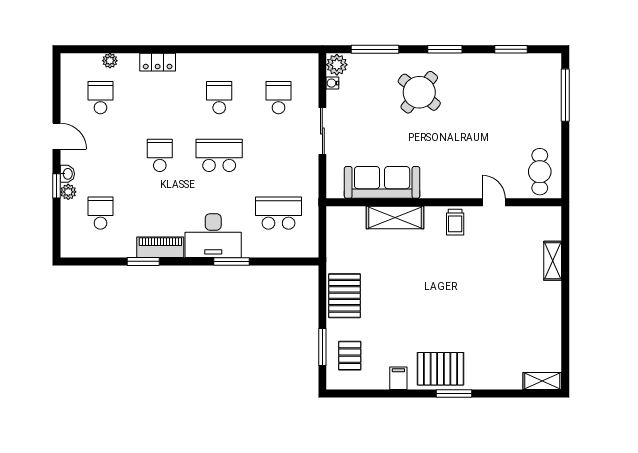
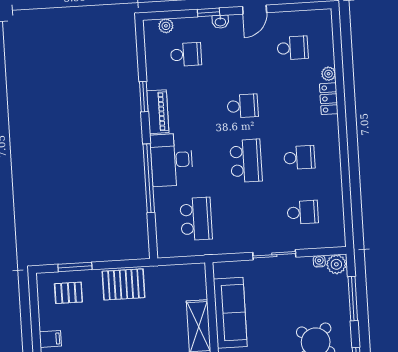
plant: (110, 61) -> (329, 74), moved
plant: (68, 192) -> (166, 26), moved
window: (231, 261) -> (149, 178), width x2.11

